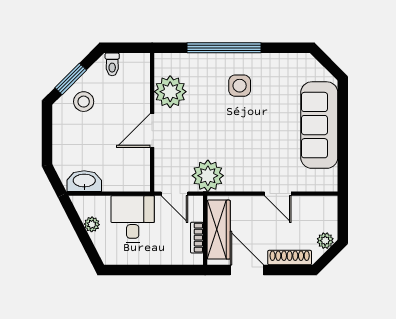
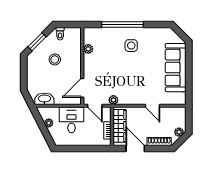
plant: (170, 92) -> (88, 49), width x0.53, depth x0.53
stool: (84, 102) -> (55, 59), moved
door: (152, 130) -> (82, 88), moved
plant: (208, 176) -> (113, 100), width x0.53, depth x0.53

